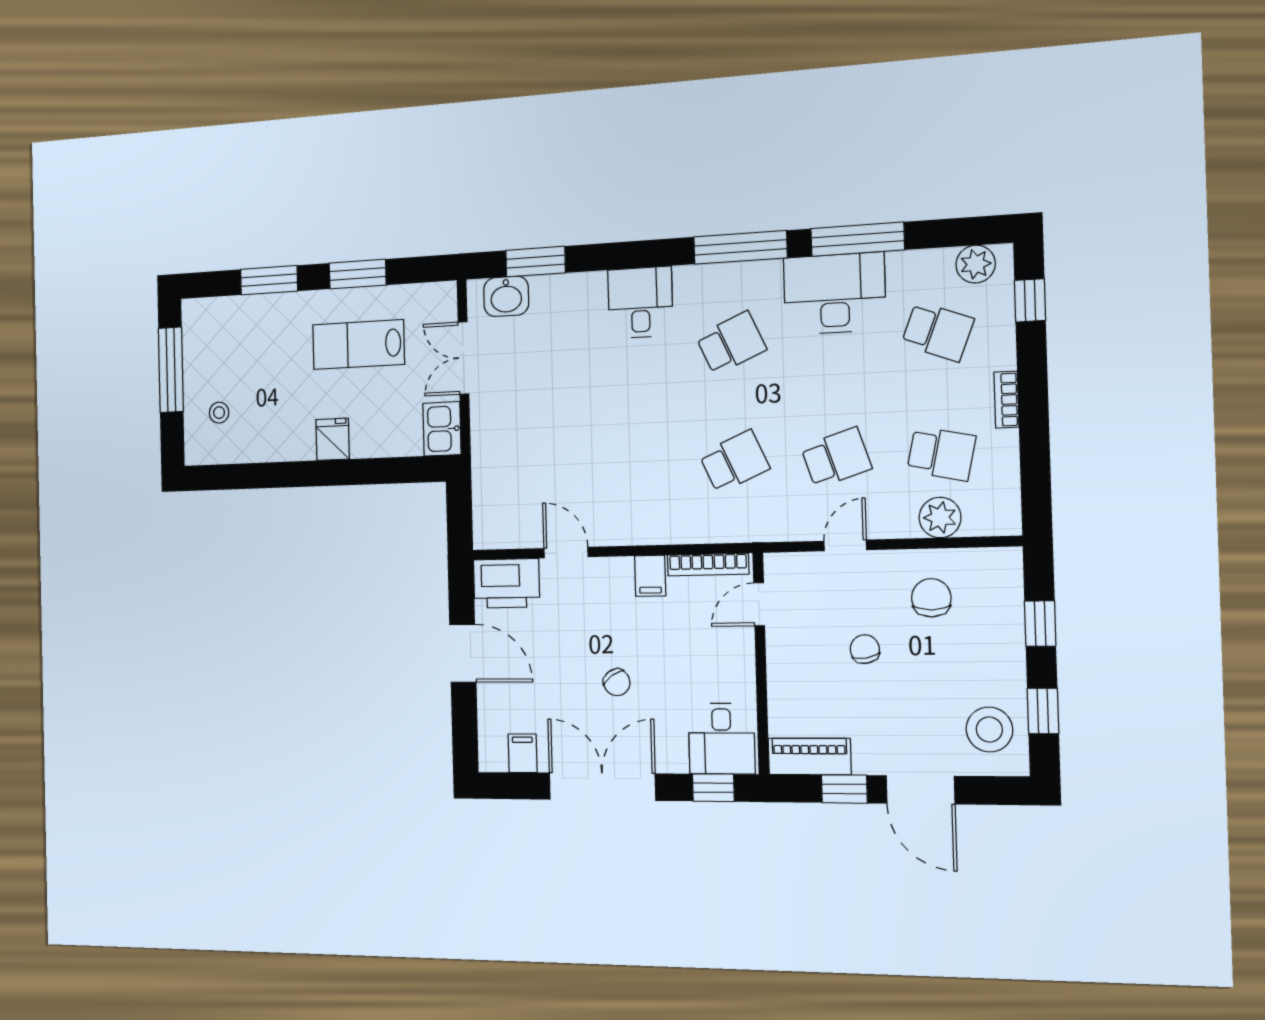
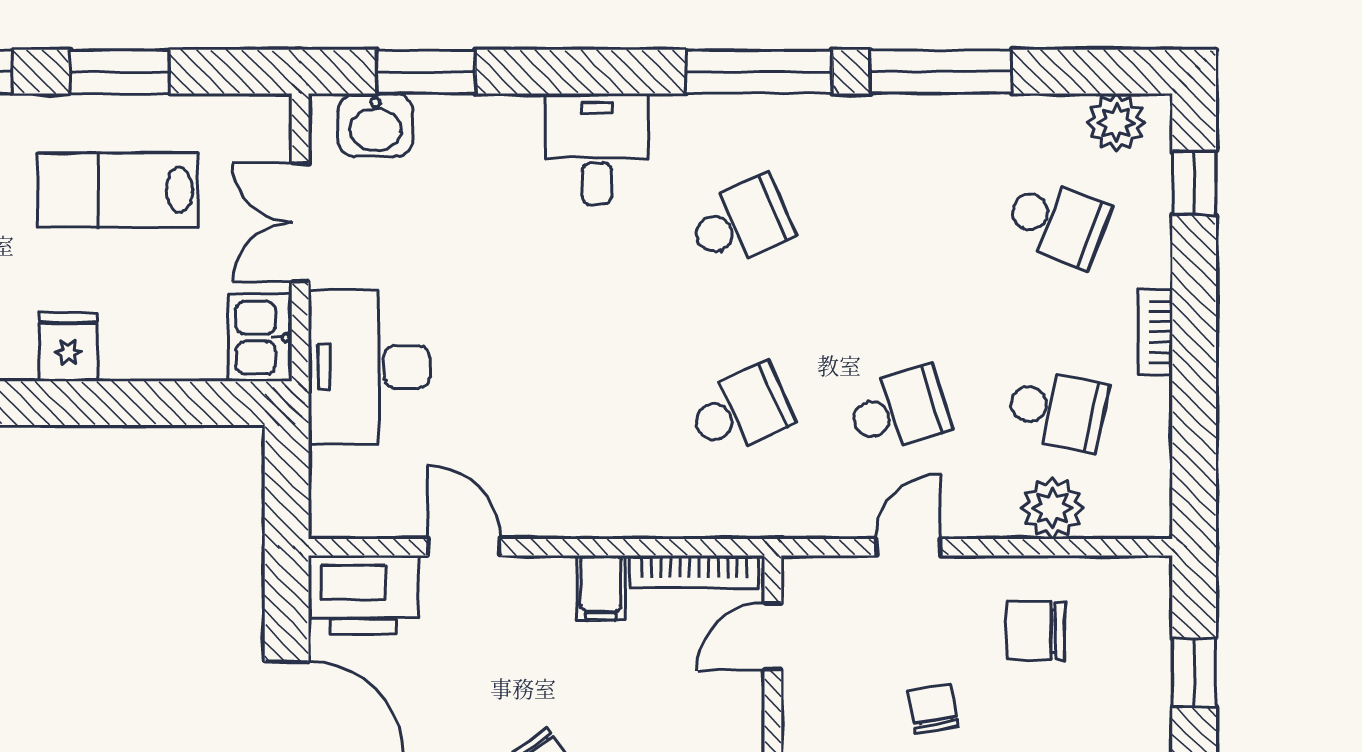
desk: (834, 294) -> (369, 367), moved, turned -90
chair: (931, 598) -> (1036, 631), turned -90

